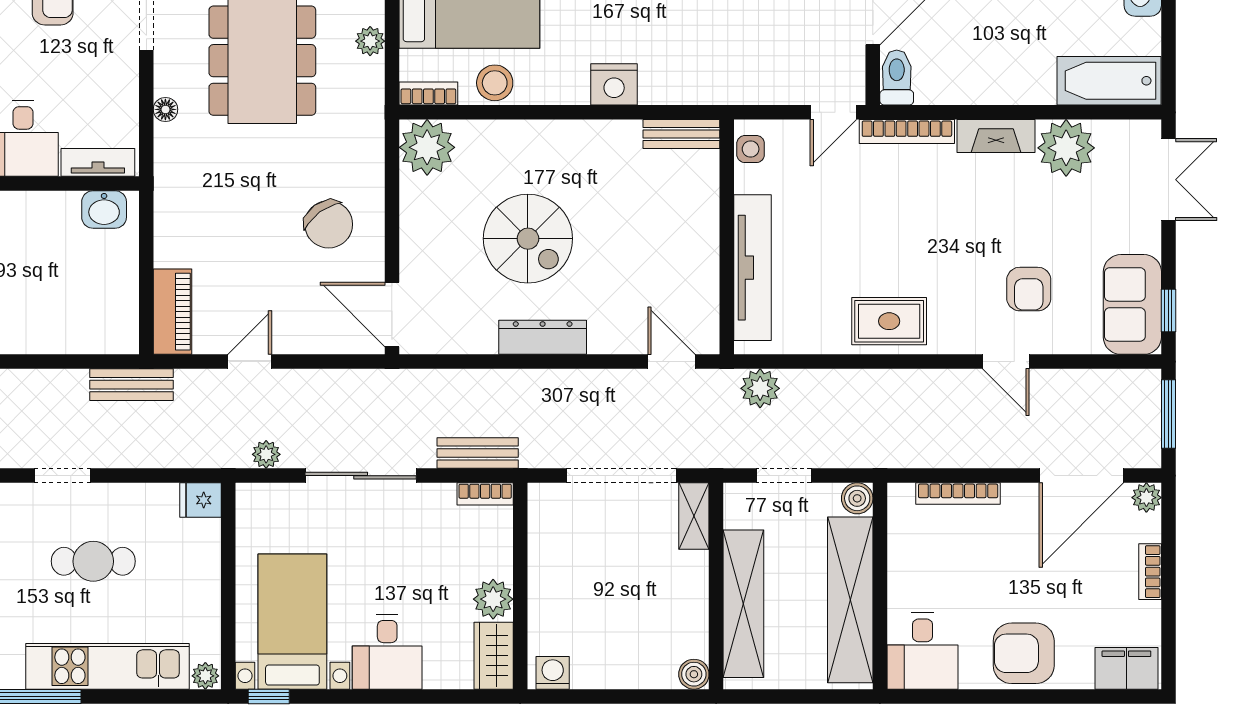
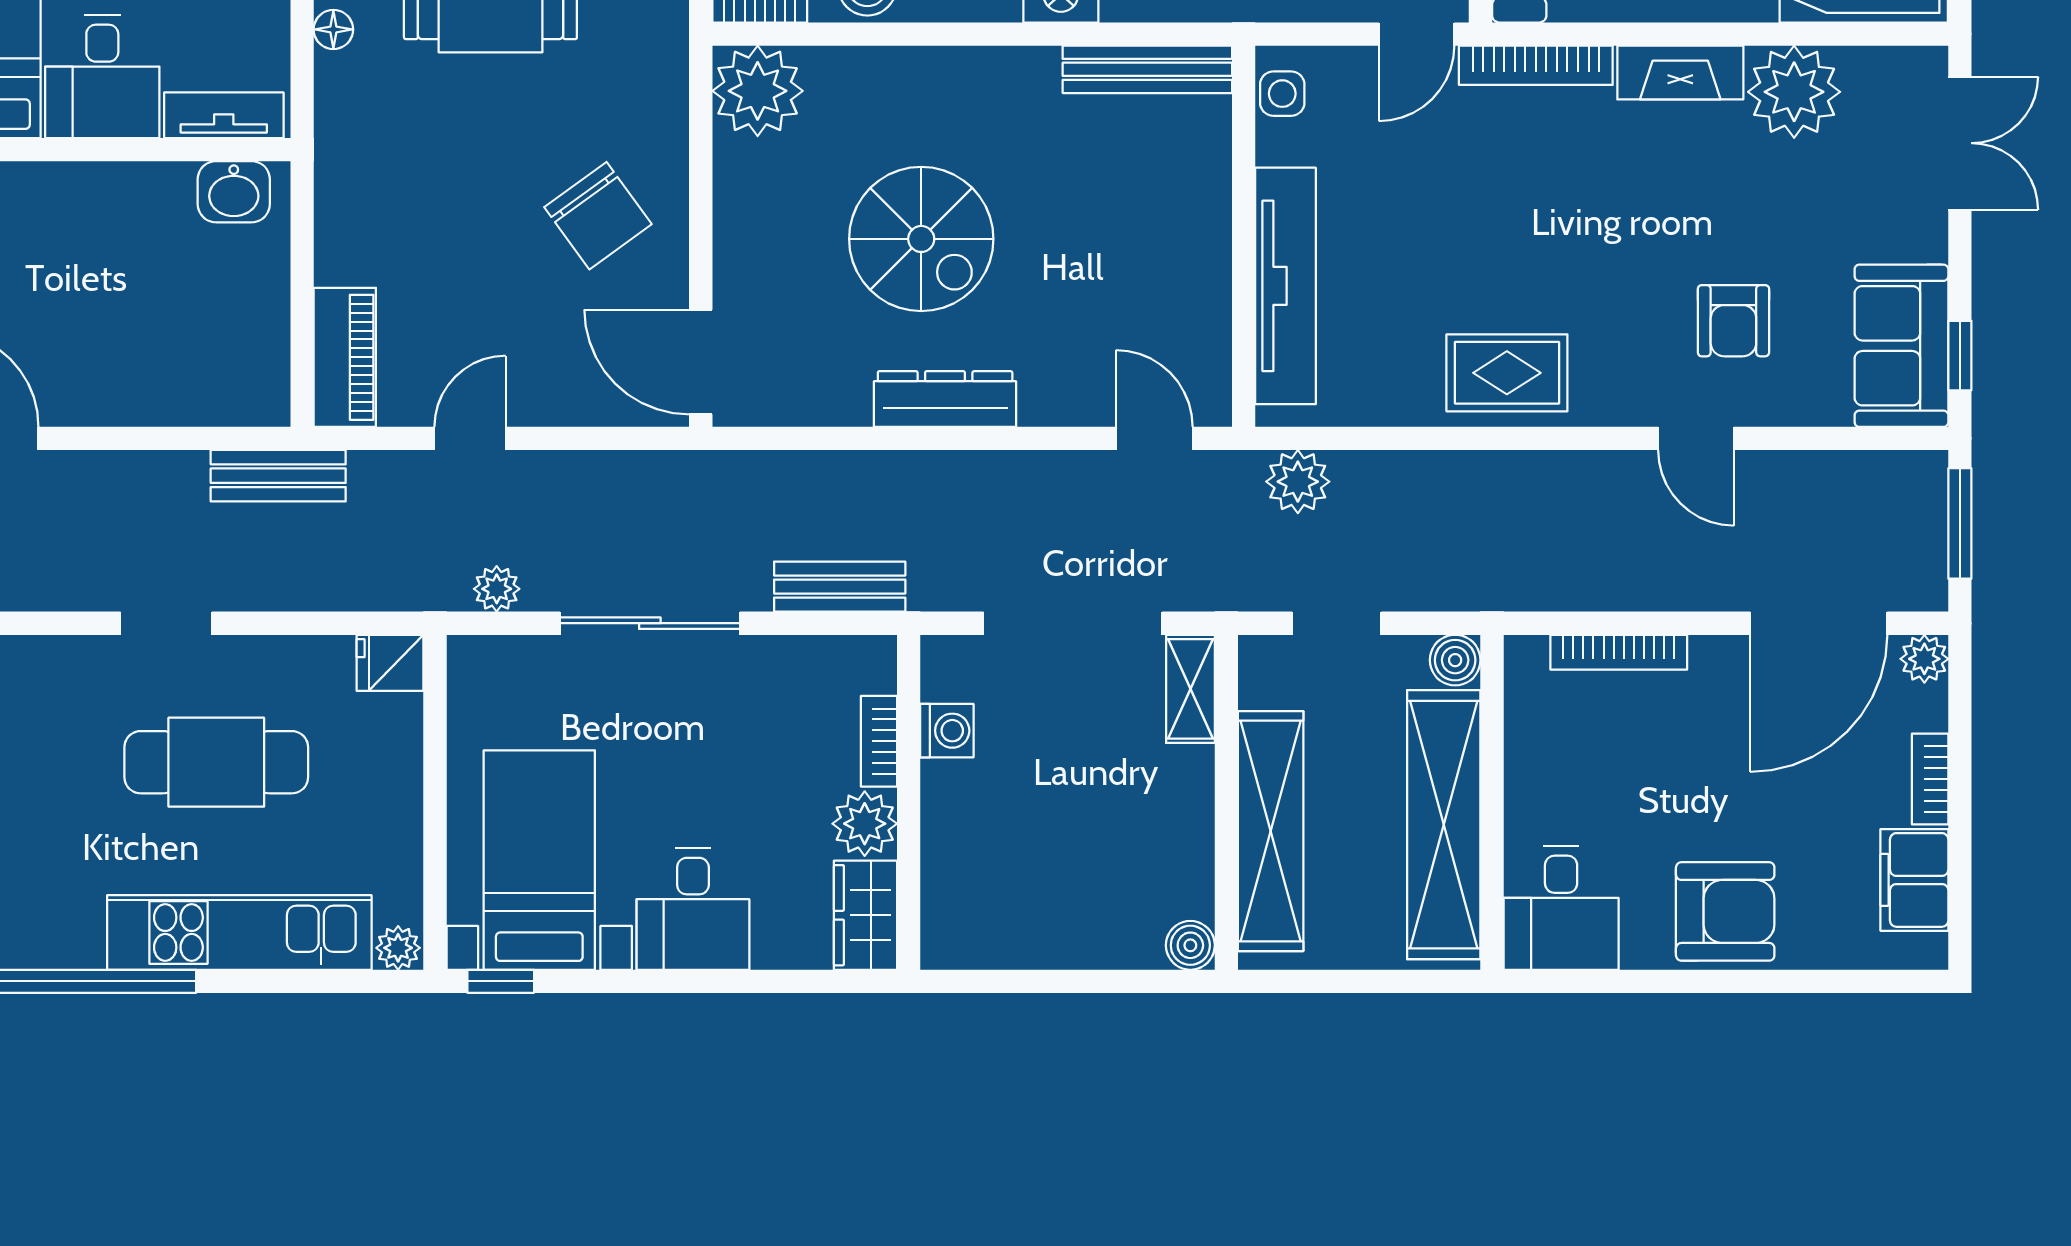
bench: (681, 134) -> (1147, 69), width x1.36
bookcase: (485, 494) -> (879, 741), moved, turned 90
cafe table: (93, 561) -> (216, 762), width x1.37, depth x1.35
armchair: (1024, 653) -> (1725, 911), turned 180
filing cabinet: (1126, 668) -> (1914, 880), moved, turned -90
washing machine: (553, 673) -> (947, 731), moved, turned 90

